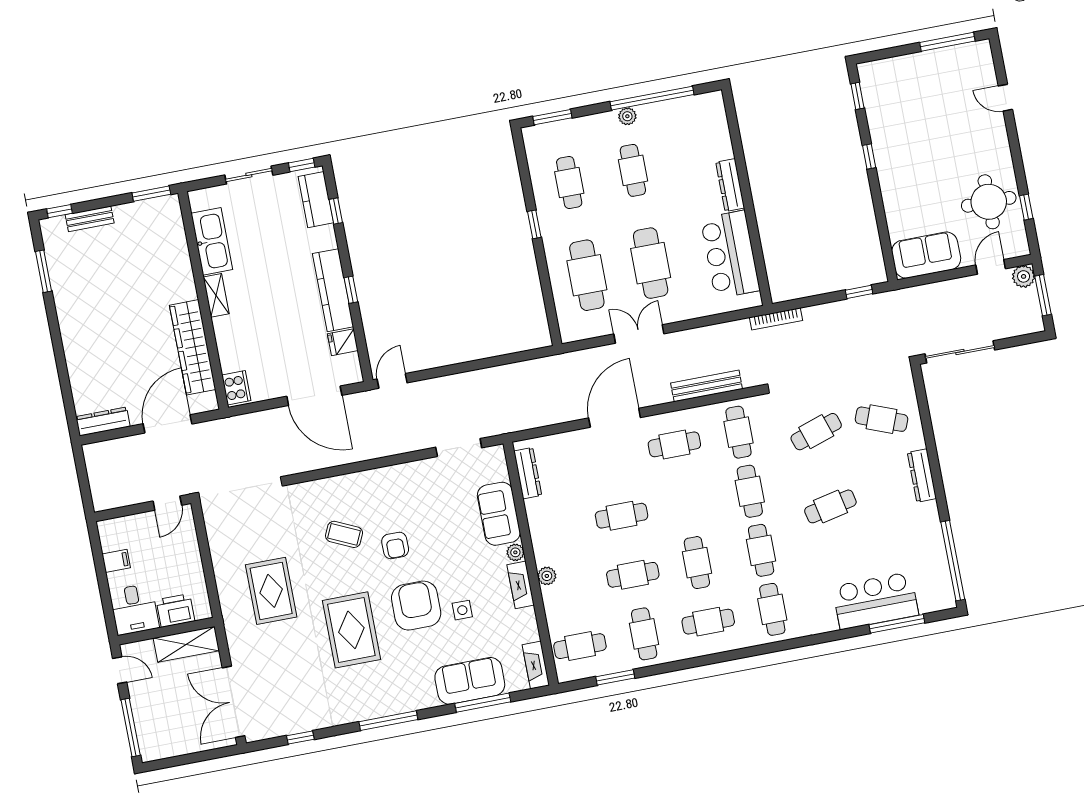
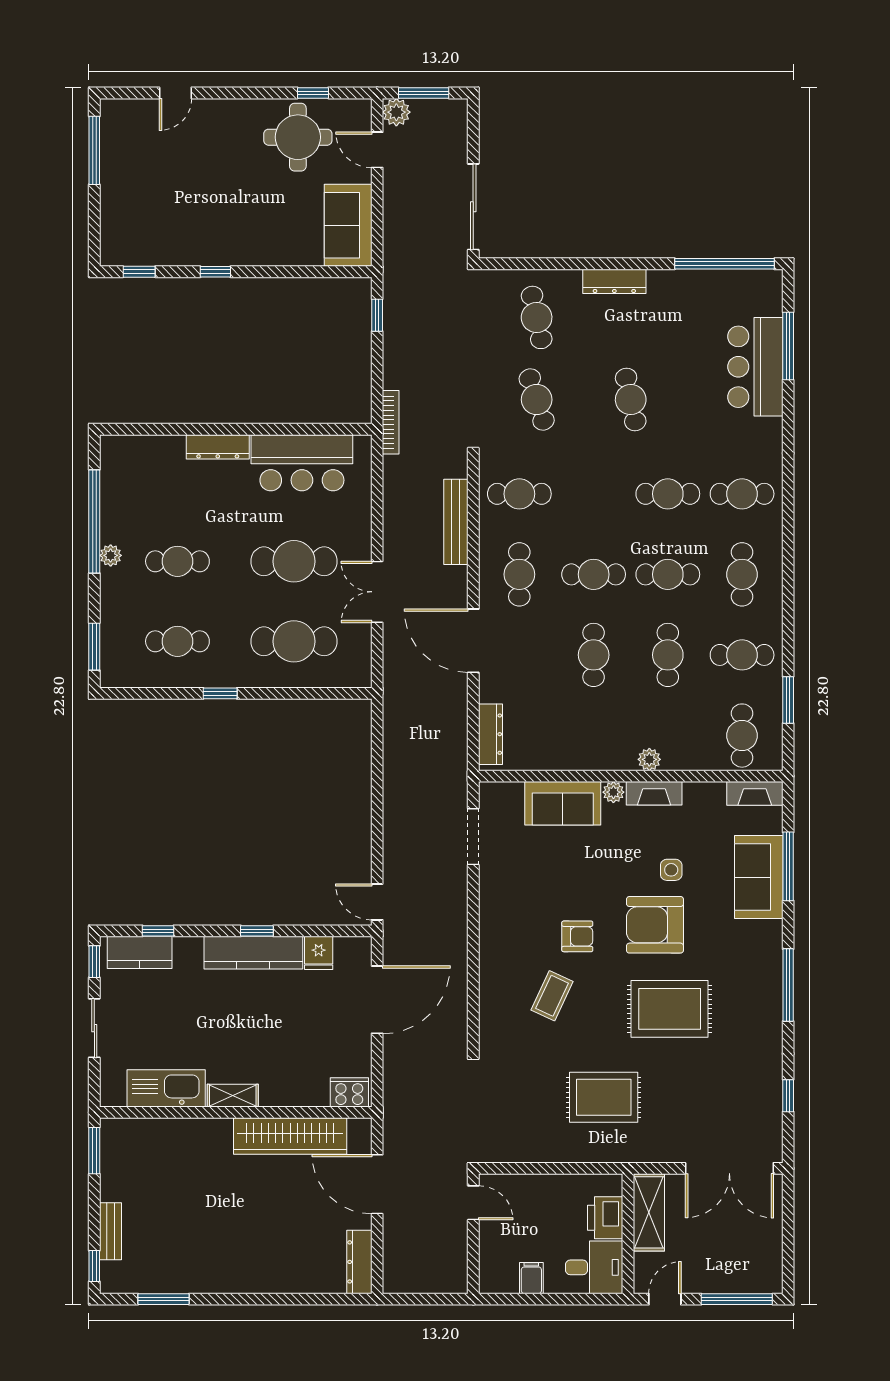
cafe table: (881, 419) -> (537, 317), turned -33
dresser: (528, 473) -> (490, 734), moved, turned 90
cafe table: (750, 491) -> (594, 574), moved

